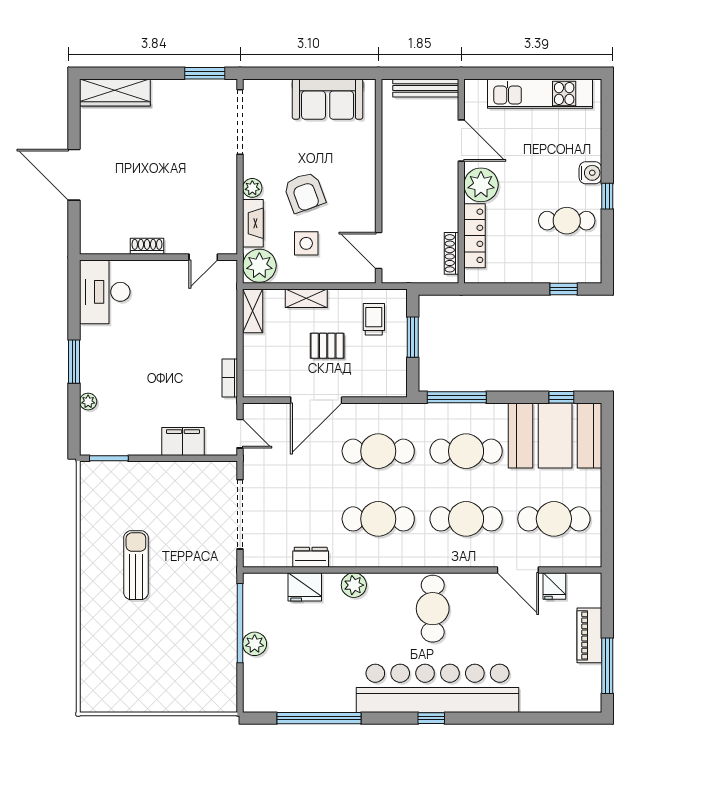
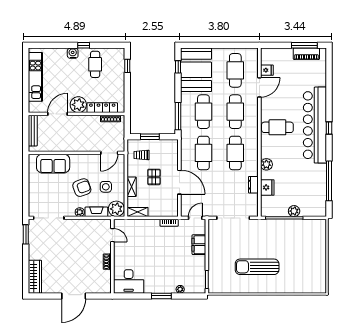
sofa: (328, 99) -> (53, 164), moved, turned 90
sun lounger: (136, 565) -> (257, 267), width x1.36, depth x1.34
piano: (589, 635) -> (306, 54), moved

